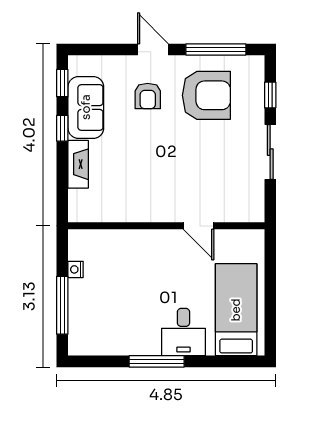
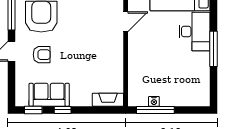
fireplace: (78, 164) -> (108, 100), moved
window: (62, 305) -> (155, 110), moved
desk: (183, 332) -> (194, 31), width x1.37

